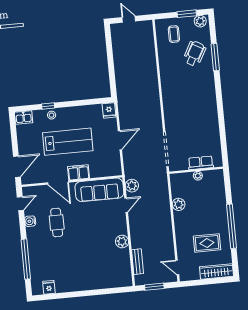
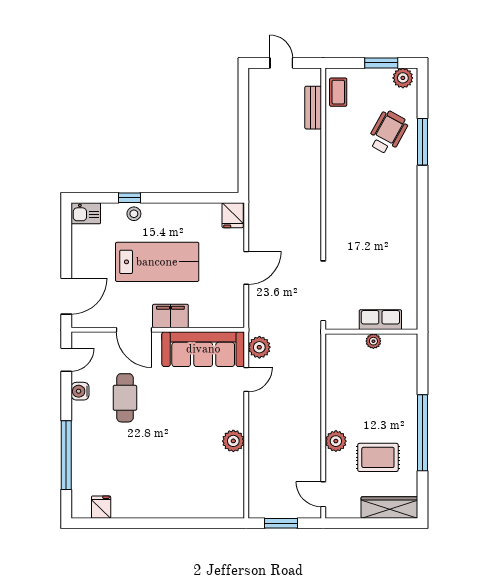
coffee table: (174, 34) -> (338, 92), moved
plant: (179, 204) -> (336, 441), moved
bench: (138, 262) -> (313, 108), moved

